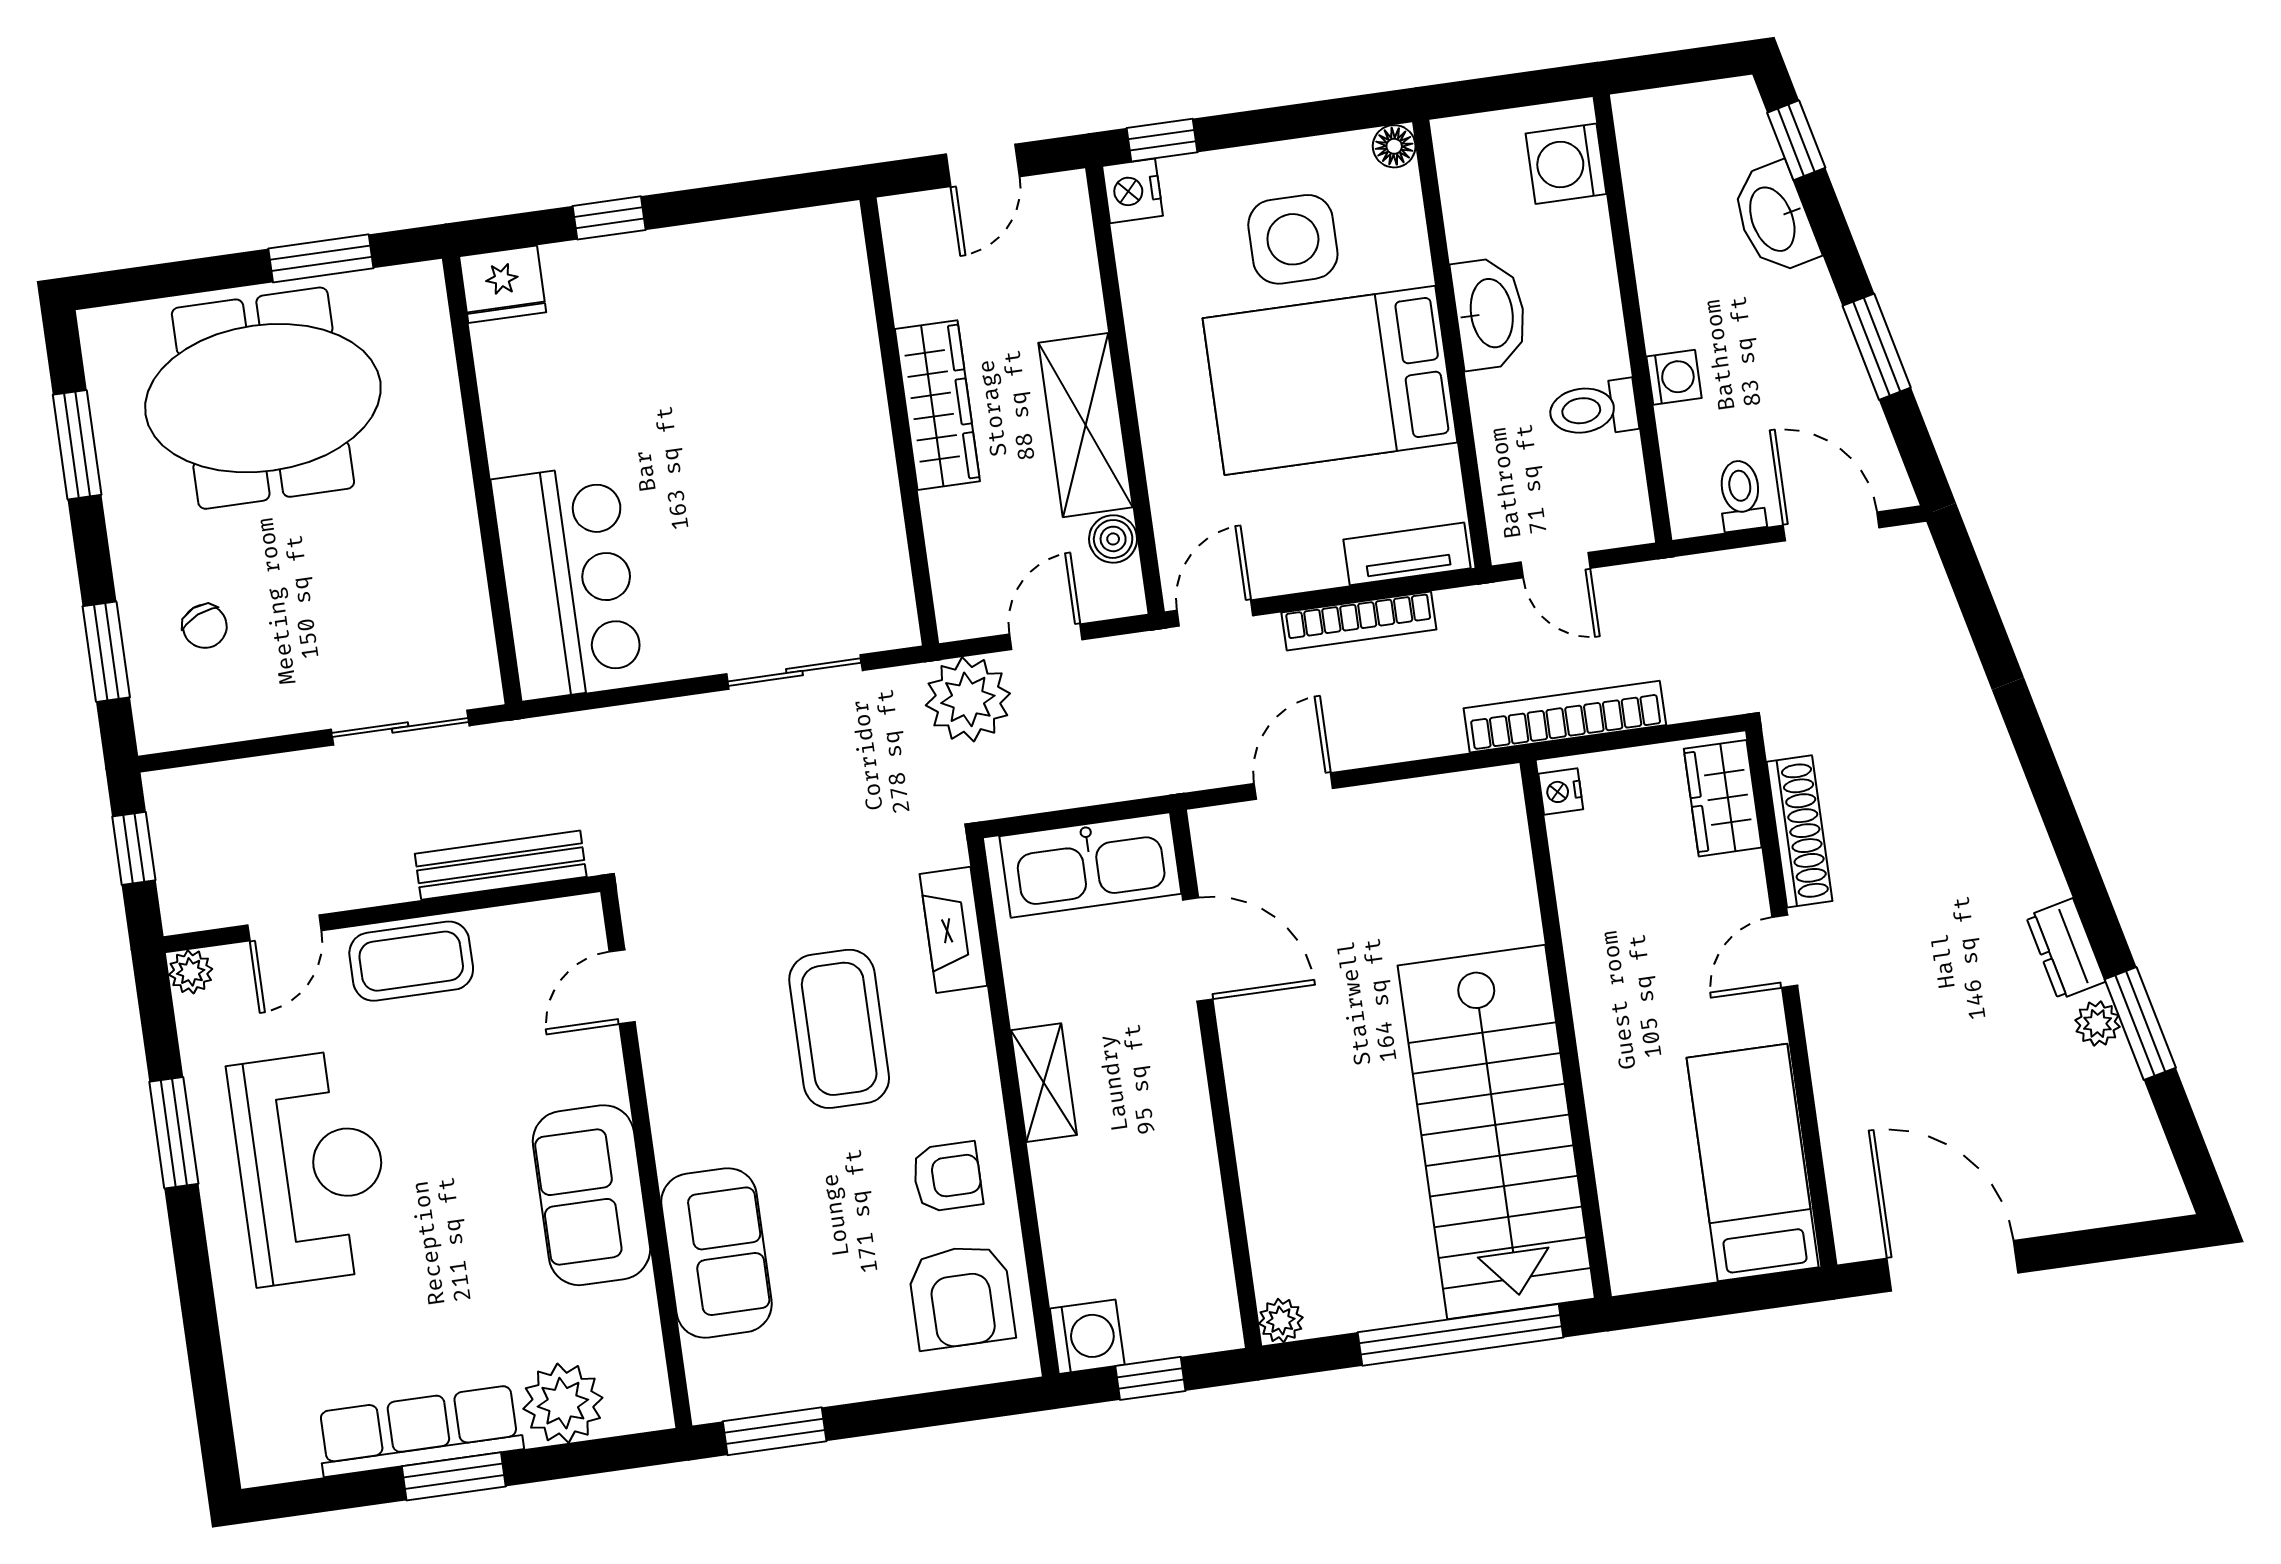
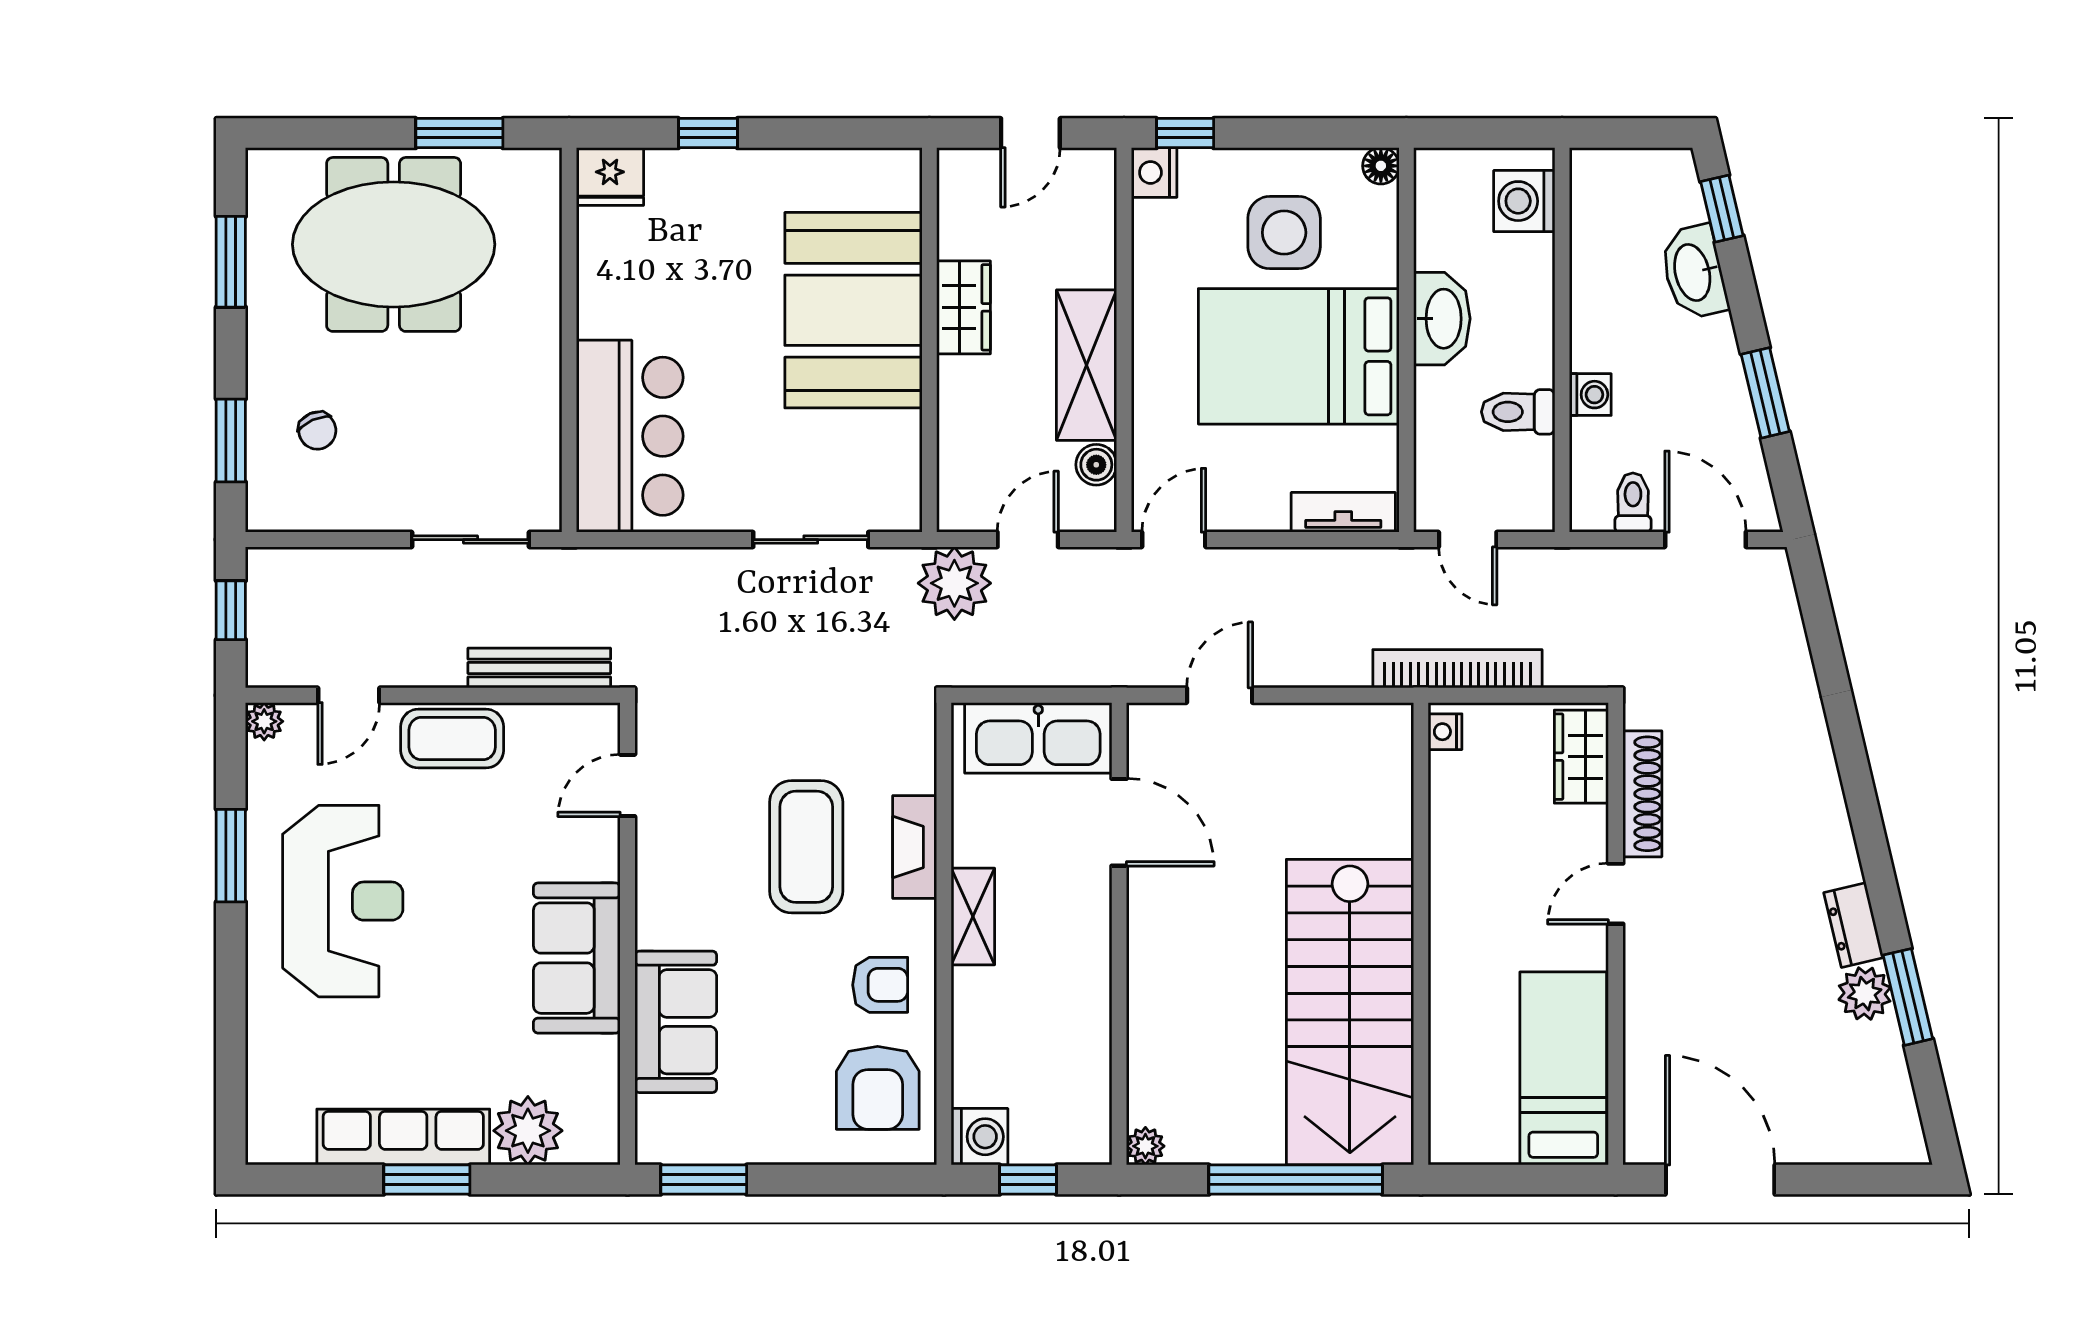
booth: (806, 399) -> (853, 310), added
wardrobe: (937, 405) -> (964, 307), width x0.67
bookcase: (1359, 621) -> (1295, 563), removed
fireplace: (953, 930) -> (915, 847), moved
plant: (2097, 1023) -> (1865, 994), width x1.38, depth x1.38

